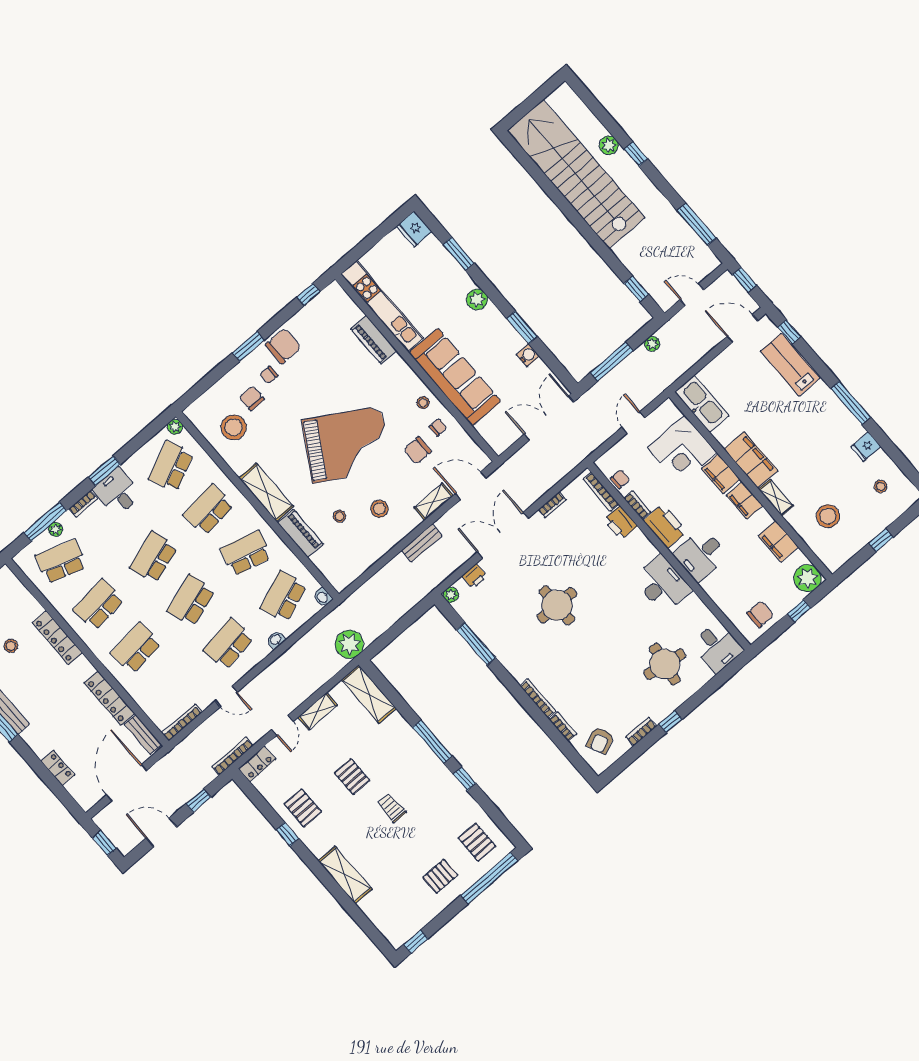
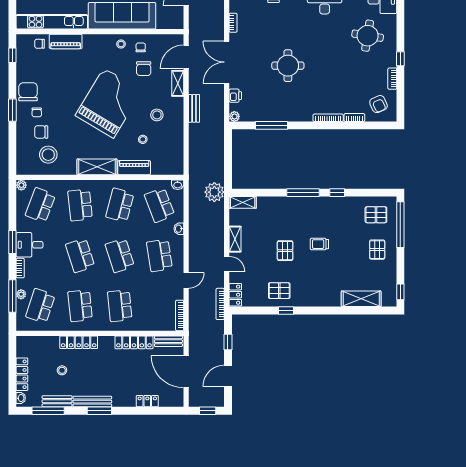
chair: (347, 313) -> (40, 44), added
school desk: (171, 466) -> (40, 205), turned 45
shelving: (369, 694) -> (243, 202), width x0.67, depth x0.75
pallet: (352, 777) -> (285, 251), turned 90
shelving: (345, 875) -> (361, 299), moved

